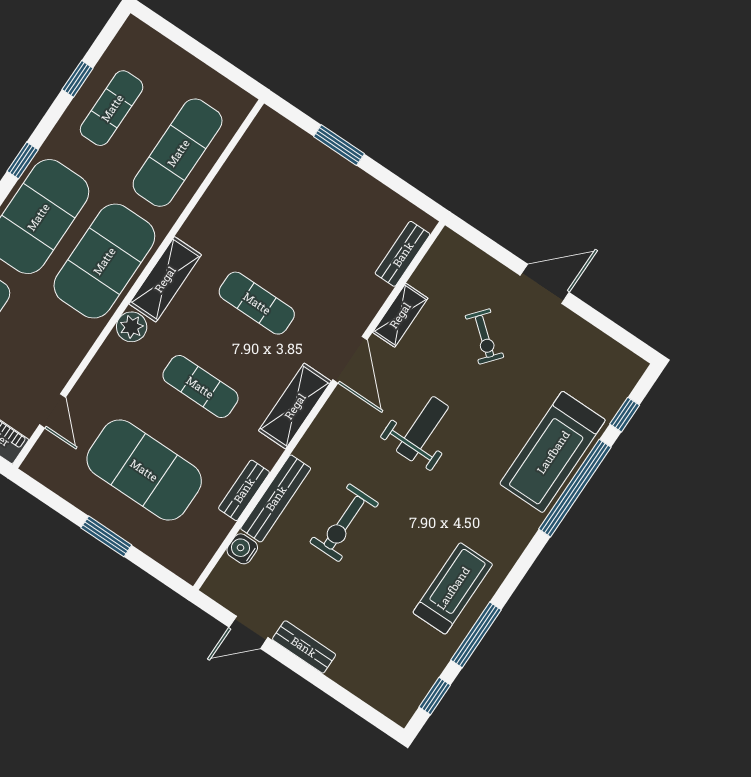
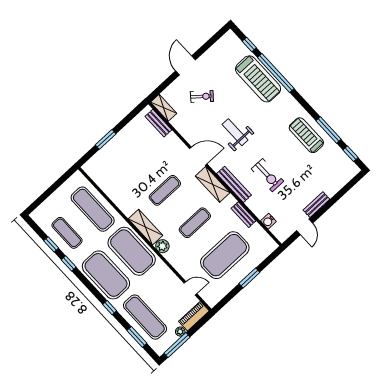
window: (23, 160) -> (69, 263), moved
shelving: (400, 315) -> (164, 108), moved
bench: (276, 498) -> (234, 184), moved

